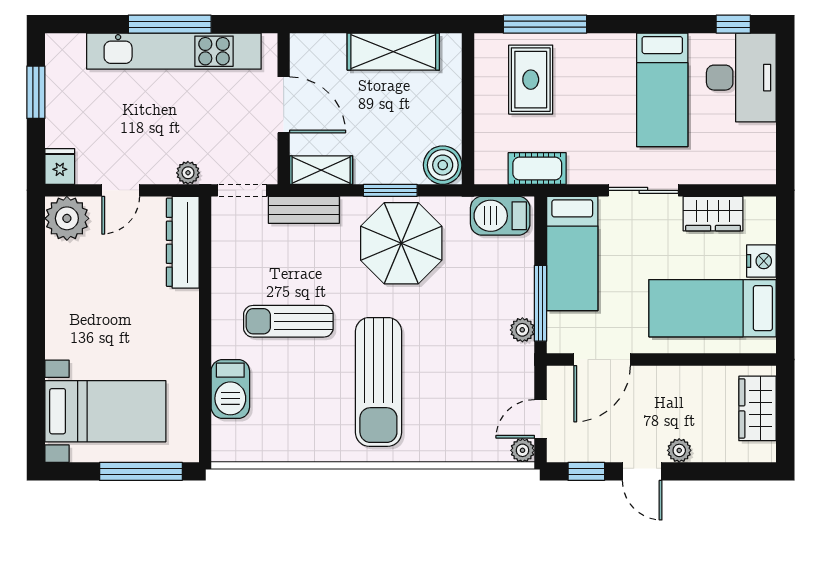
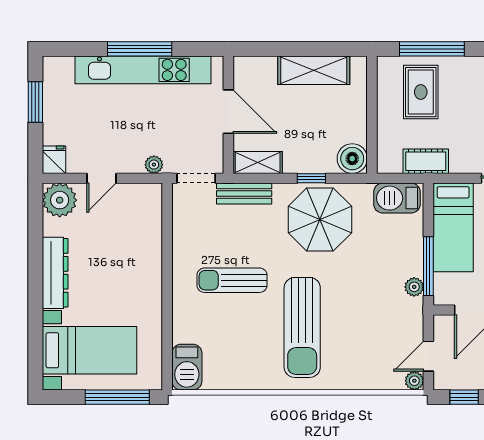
window: (390, 190) -> (311, 178), width x0.67
dresser: (183, 242) -> (55, 273), moved, turned 180
barbecue: (230, 389) -> (187, 367), moved

